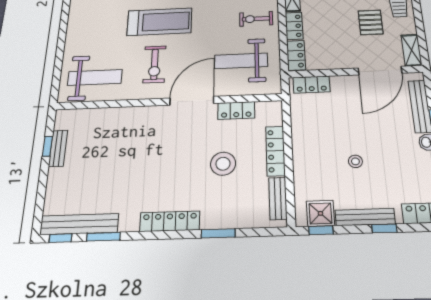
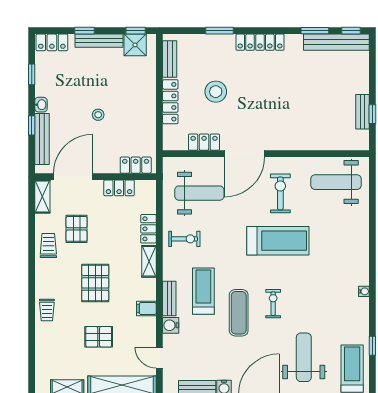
treadmill: (160, 22) -> (278, 241), turned 180
locker: (296, 55) -> (119, 188), moved, turned -90
stool: (355, 161) -> (98, 115), moved

